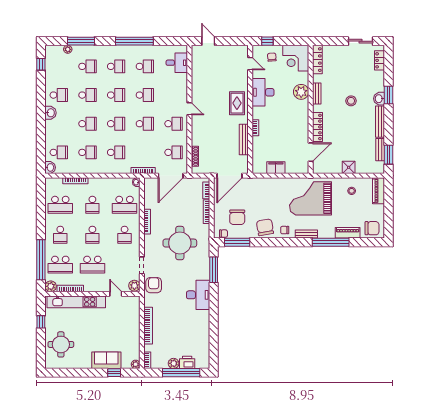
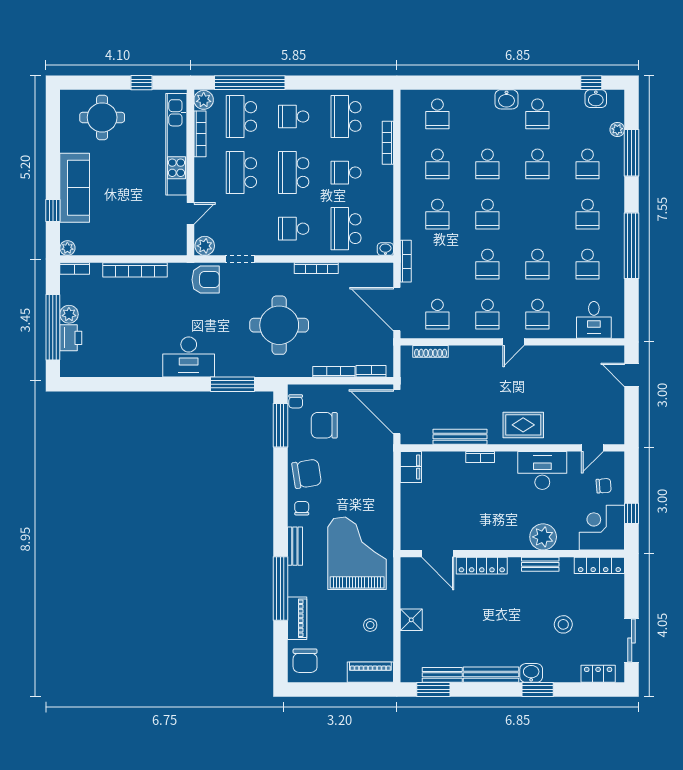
door: (208, 41) -> (632, 375), swing flipped
window: (267, 41) -> (632, 513), moved
school desk: (116, 95) -> (537, 314), moved
stool: (351, 101) -> (563, 624), moved
washbasin: (50, 167) -> (596, 99), moved
filing cabinet: (276, 168) -> (411, 467), moved
school desk: (92, 235) -> (294, 173), width x1.85
sofa: (106, 360) -> (75, 188), width x1.36

